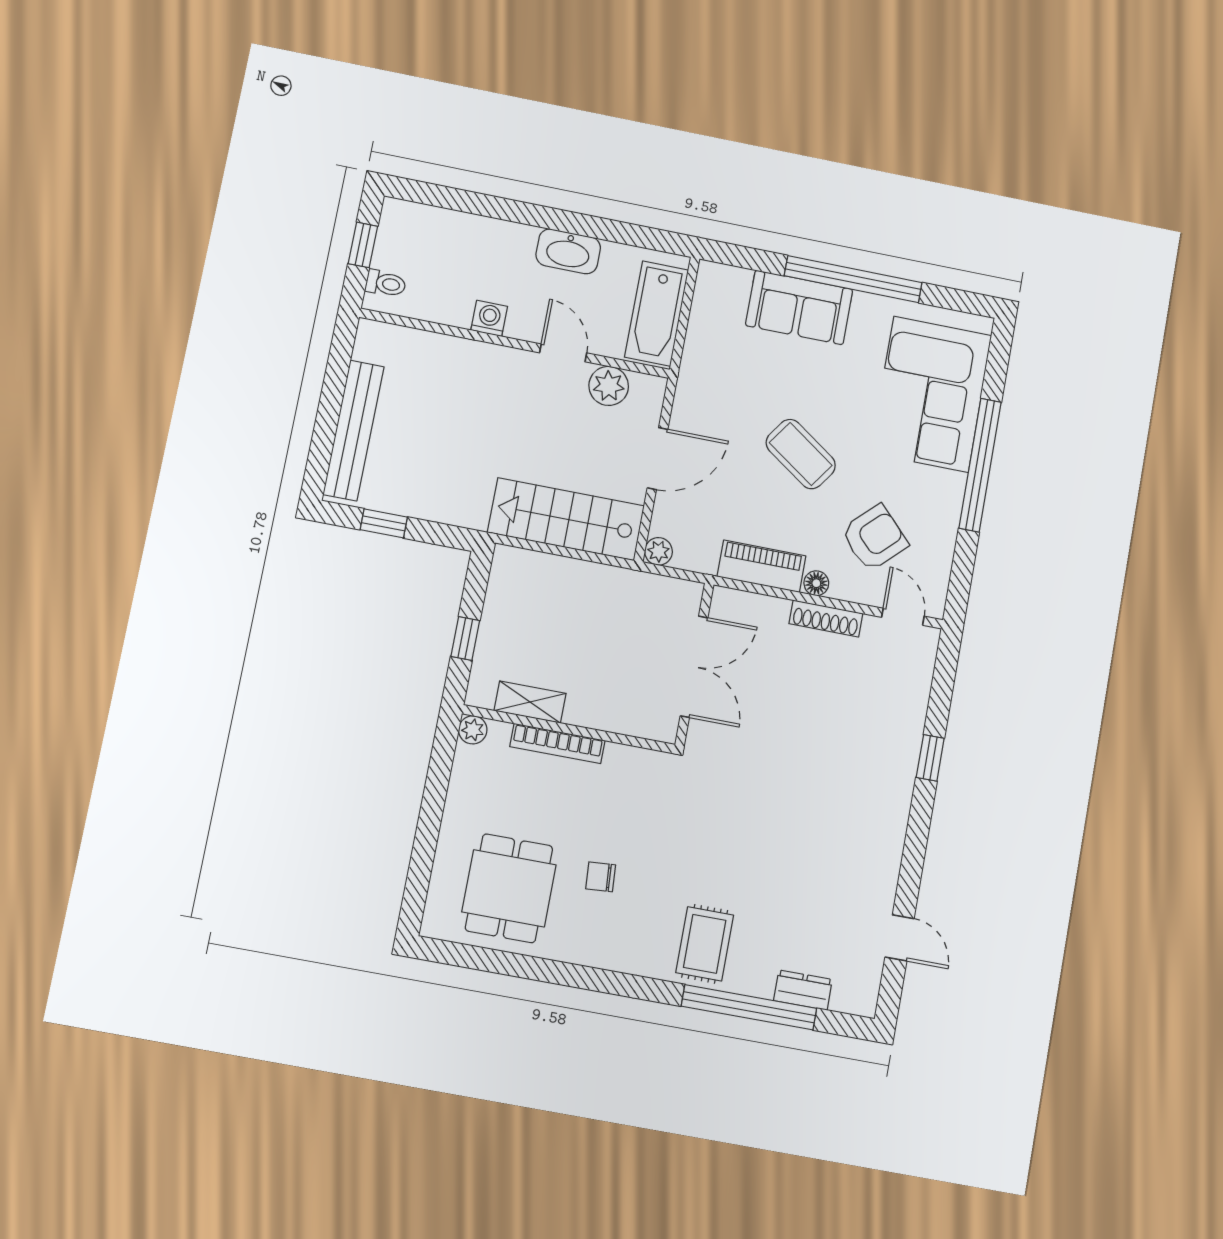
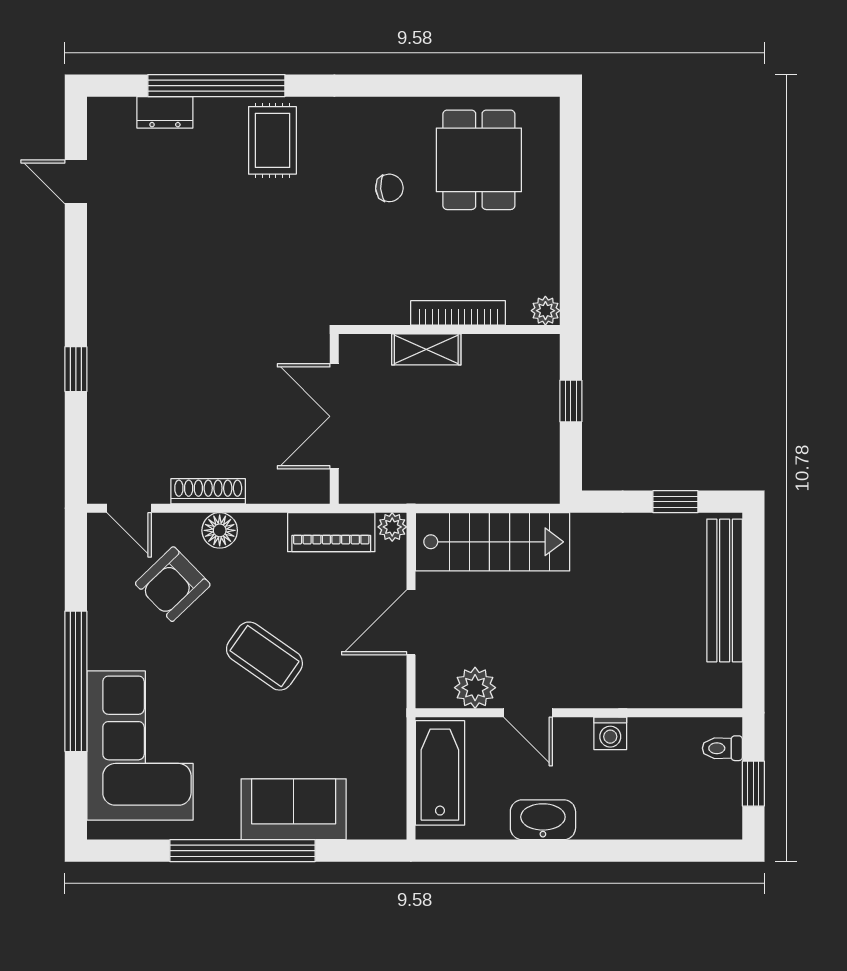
piano: (761, 566) -> (331, 532), moved
floor lamp: (816, 583) -> (220, 530), width x1.37, depth x1.37
shelving: (530, 702) -> (426, 349), moved

